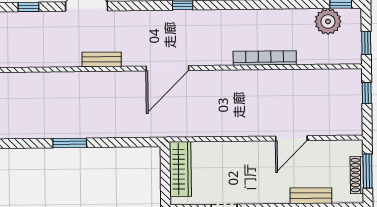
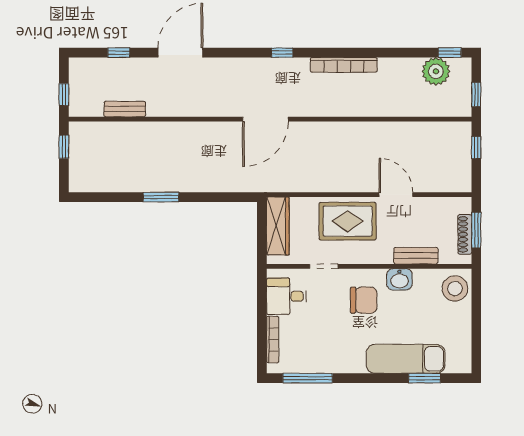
bookcase: (265, 58) -> (344, 65), moved, turned 180
bench: (102, 59) -> (125, 109), moved
door: (291, 138) -> (396, 195), swing flipped
rug: (246, 164) -> (348, 221), added

